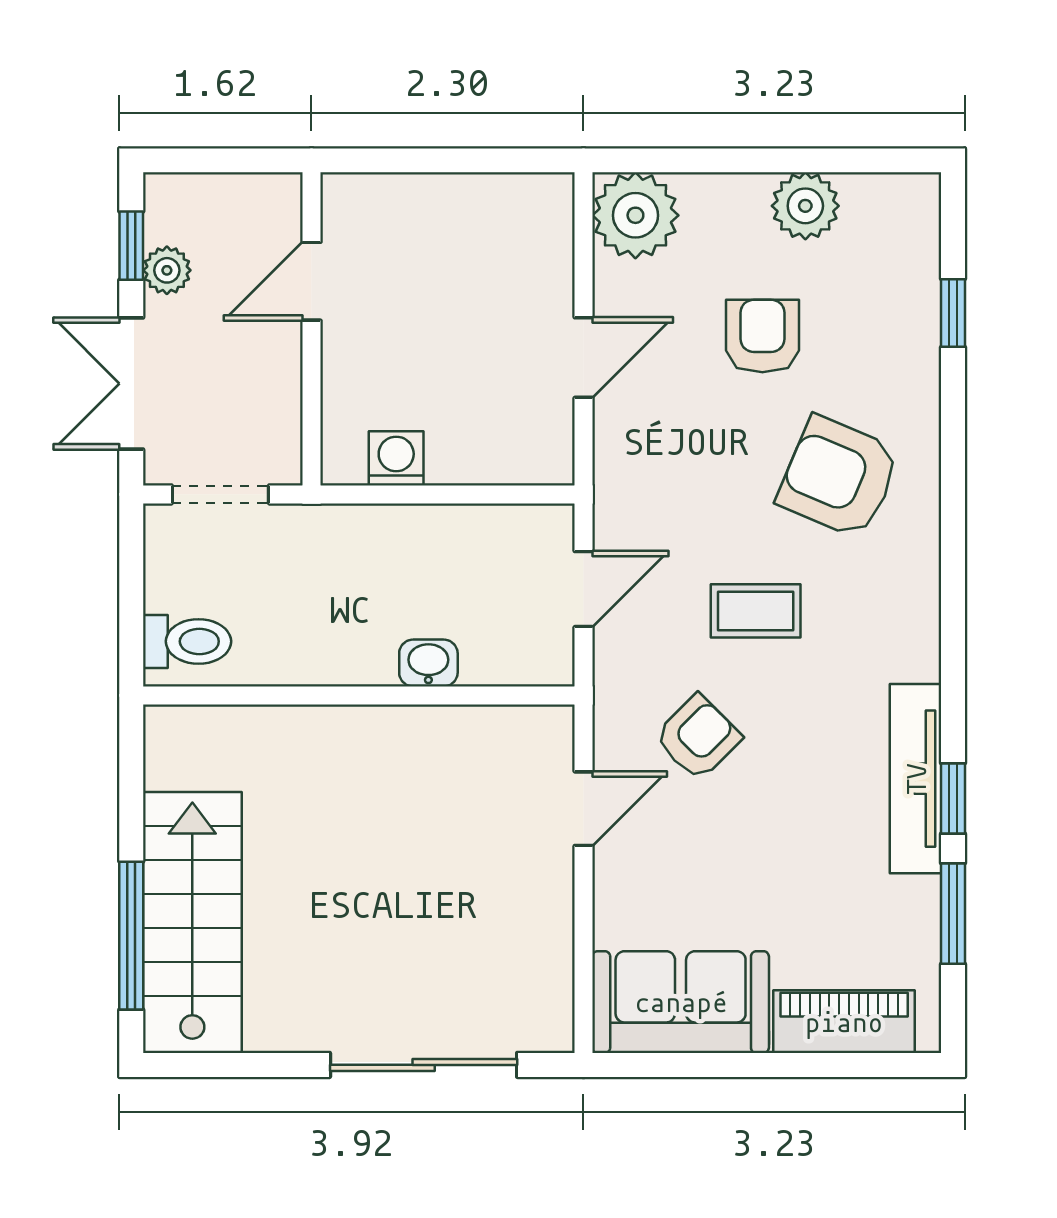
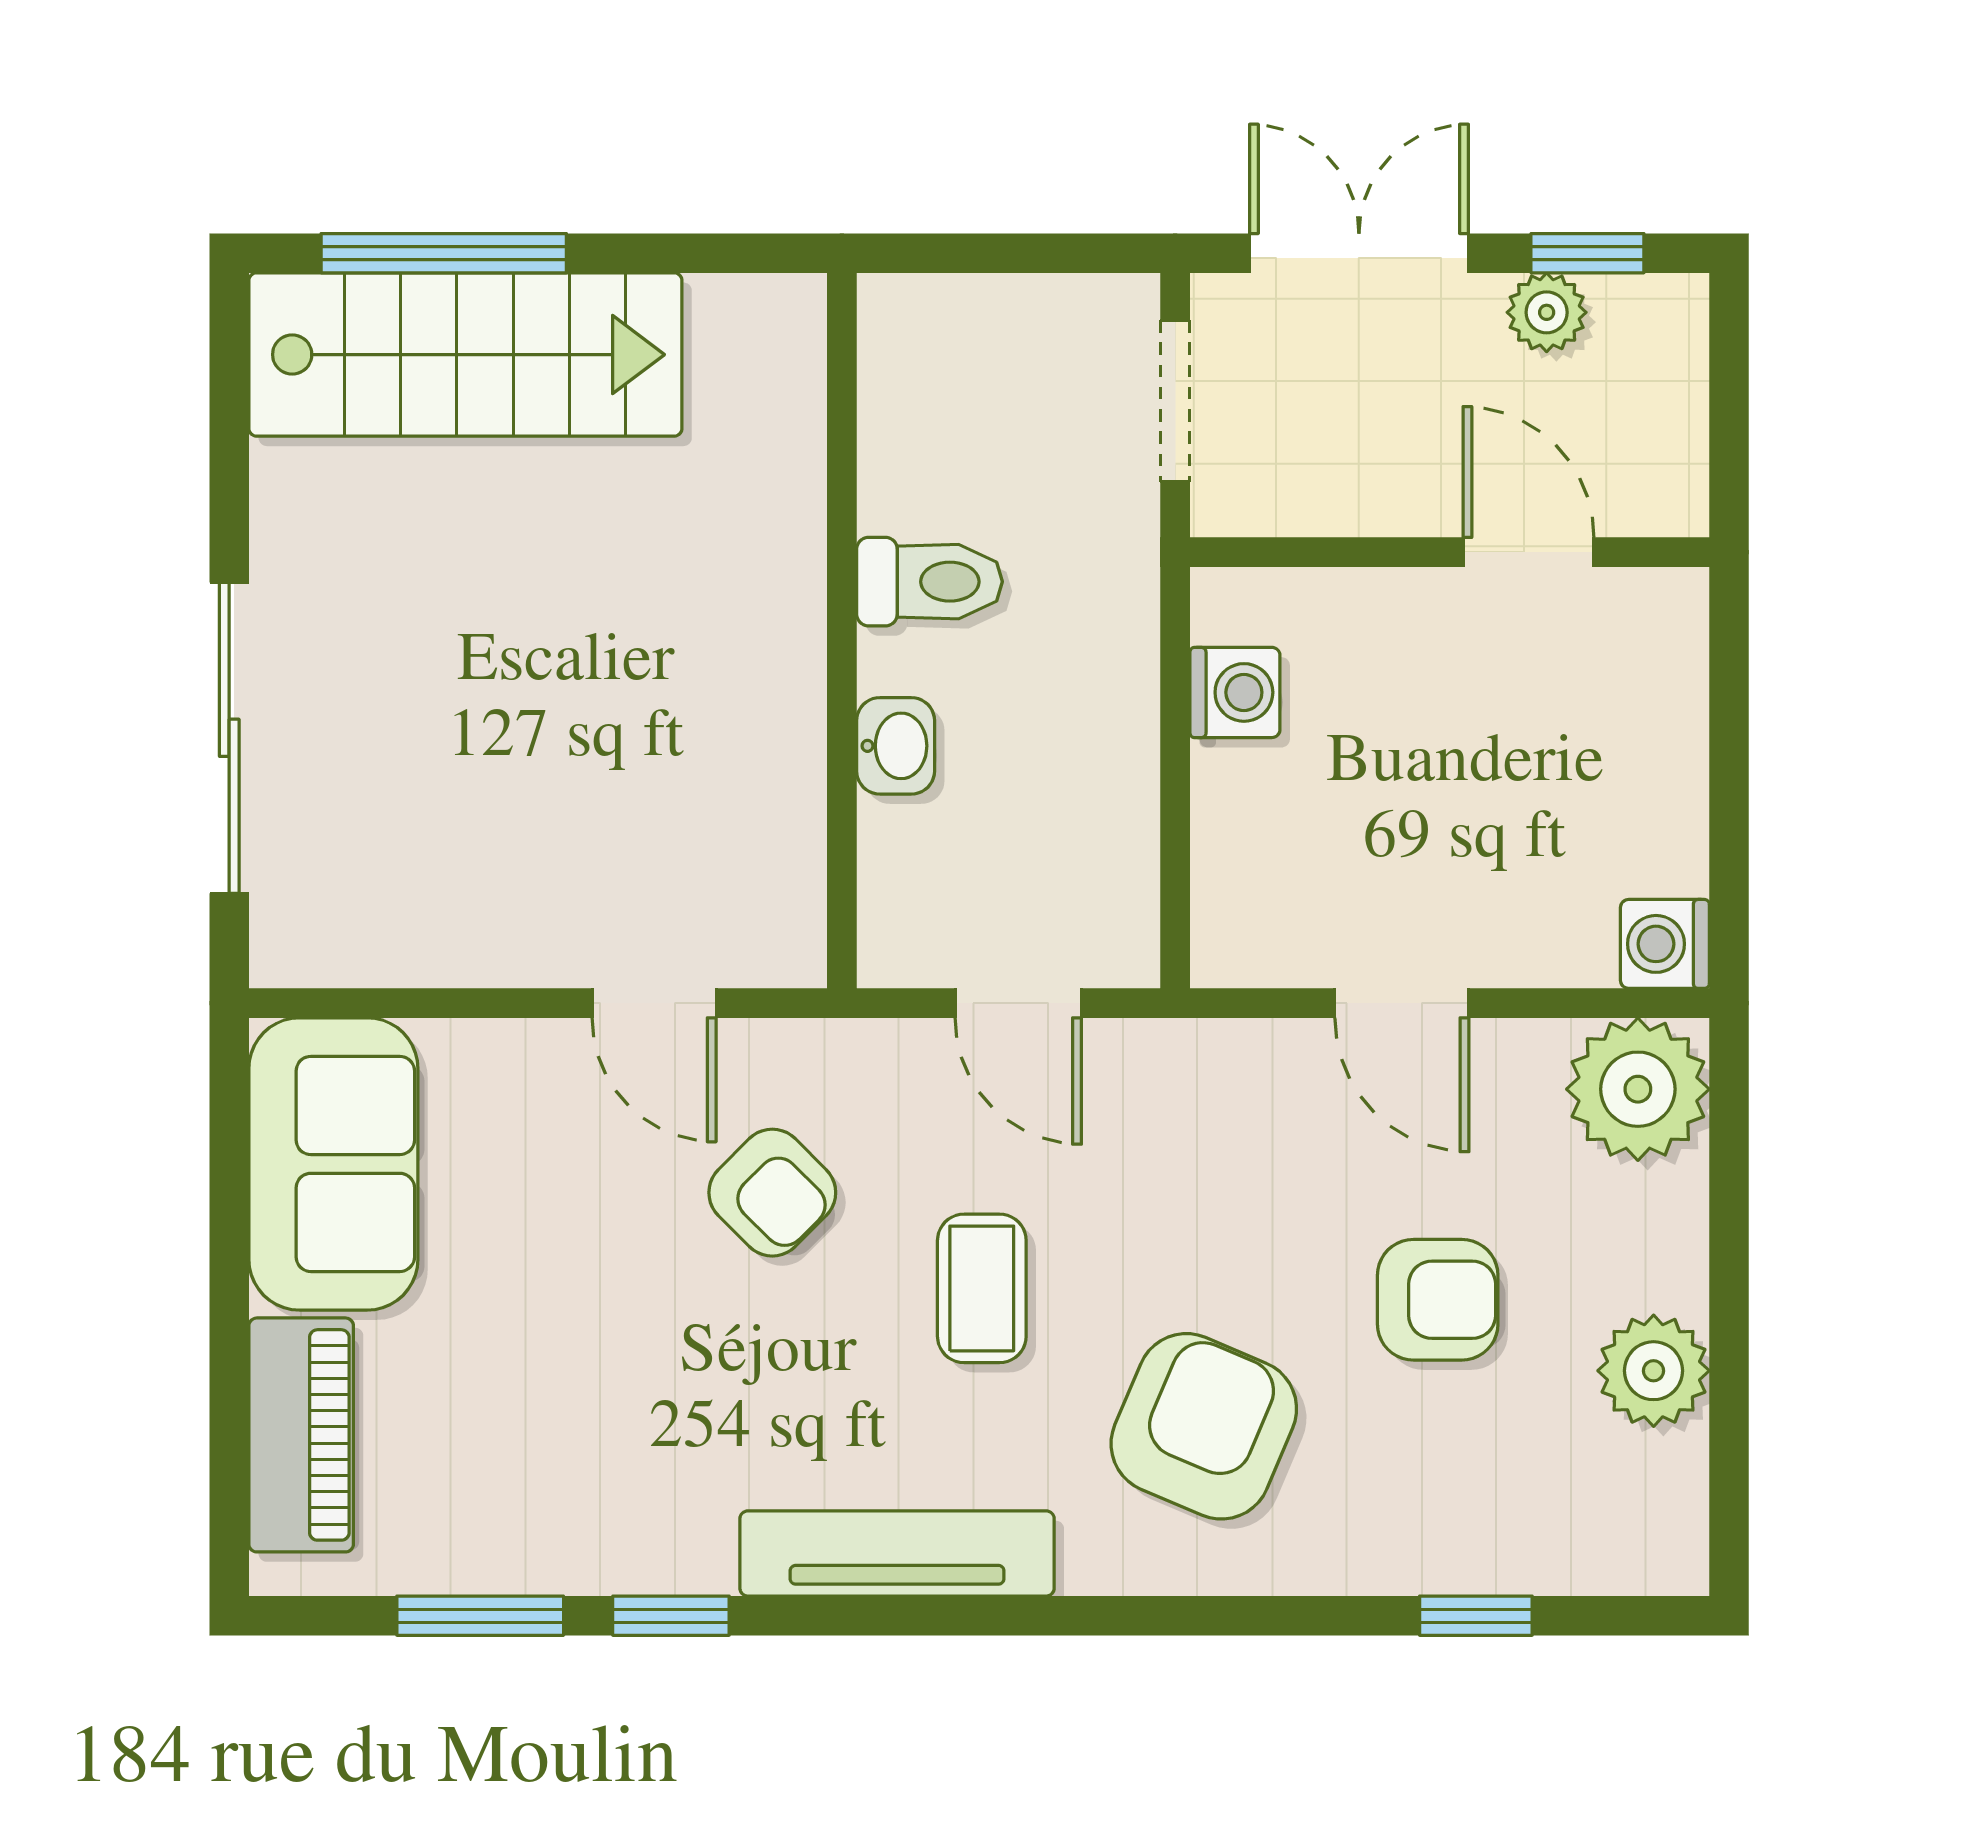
washing machine: (548, 199) -> (1665, 944), added
toilet: (187, 641) -> (929, 582), moved, turned -90
tv unit: (916, 779) -> (897, 1553), moved

